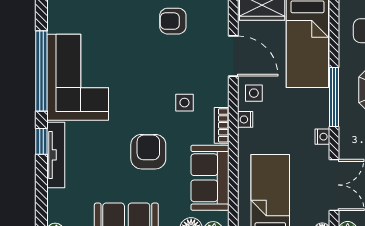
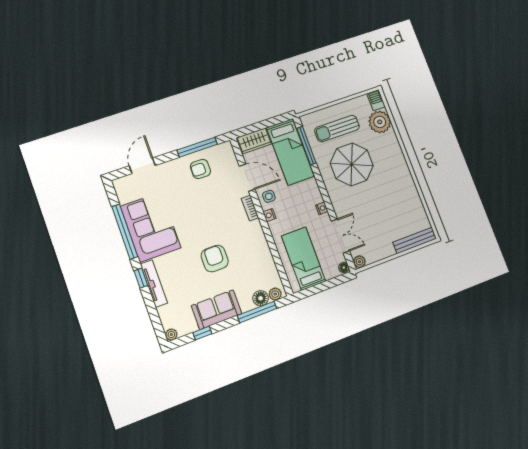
window: (334, 97) -> (306, 146), moved
side table: (184, 103) -> (227, 218), removed
bookcase: (222, 125) -> (250, 208), moved
sofa: (210, 178) -> (261, 261), removed

